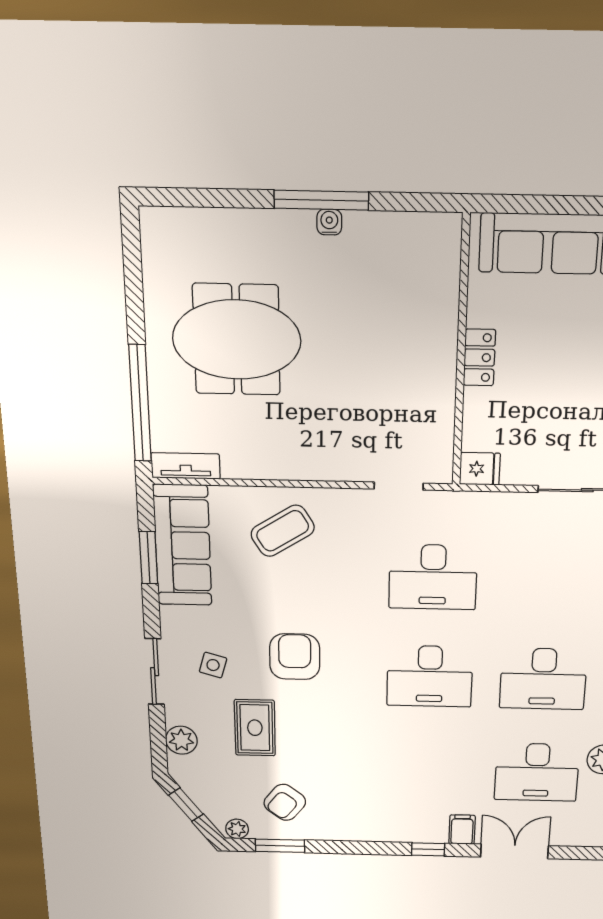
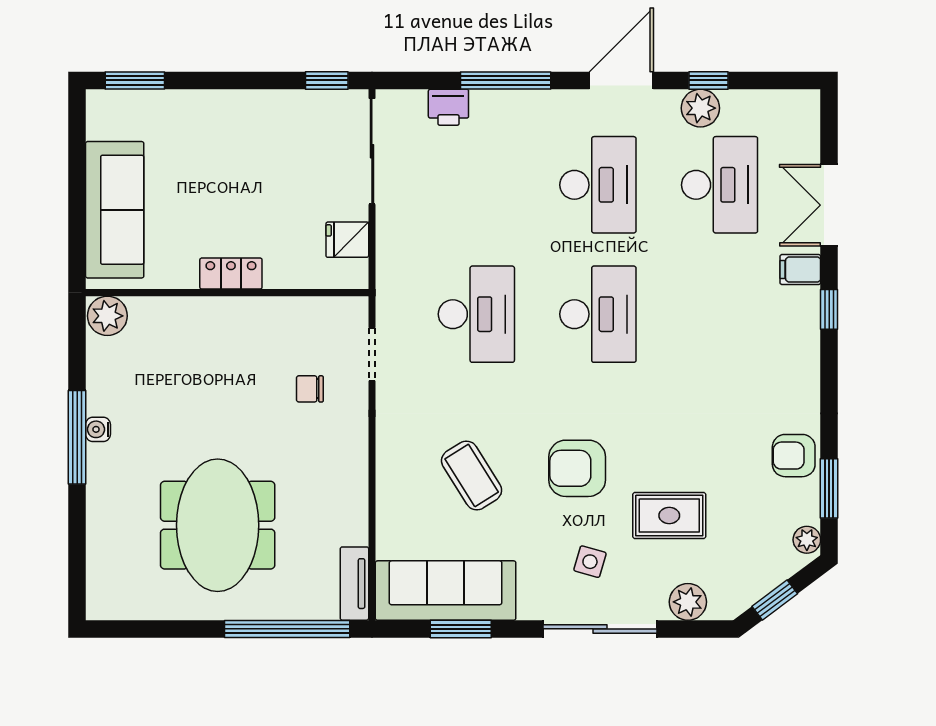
plant: (442, 234) -> (107, 316), added
chair: (367, 429) -> (310, 389), added
fridge: (480, 469) -> (347, 240), moved, turned -90
coffee table: (283, 531) -> (472, 475), moved
sliding door: (155, 672) -> (600, 629), width x1.37
armchair: (285, 802) -> (794, 456), moved, turned 142

